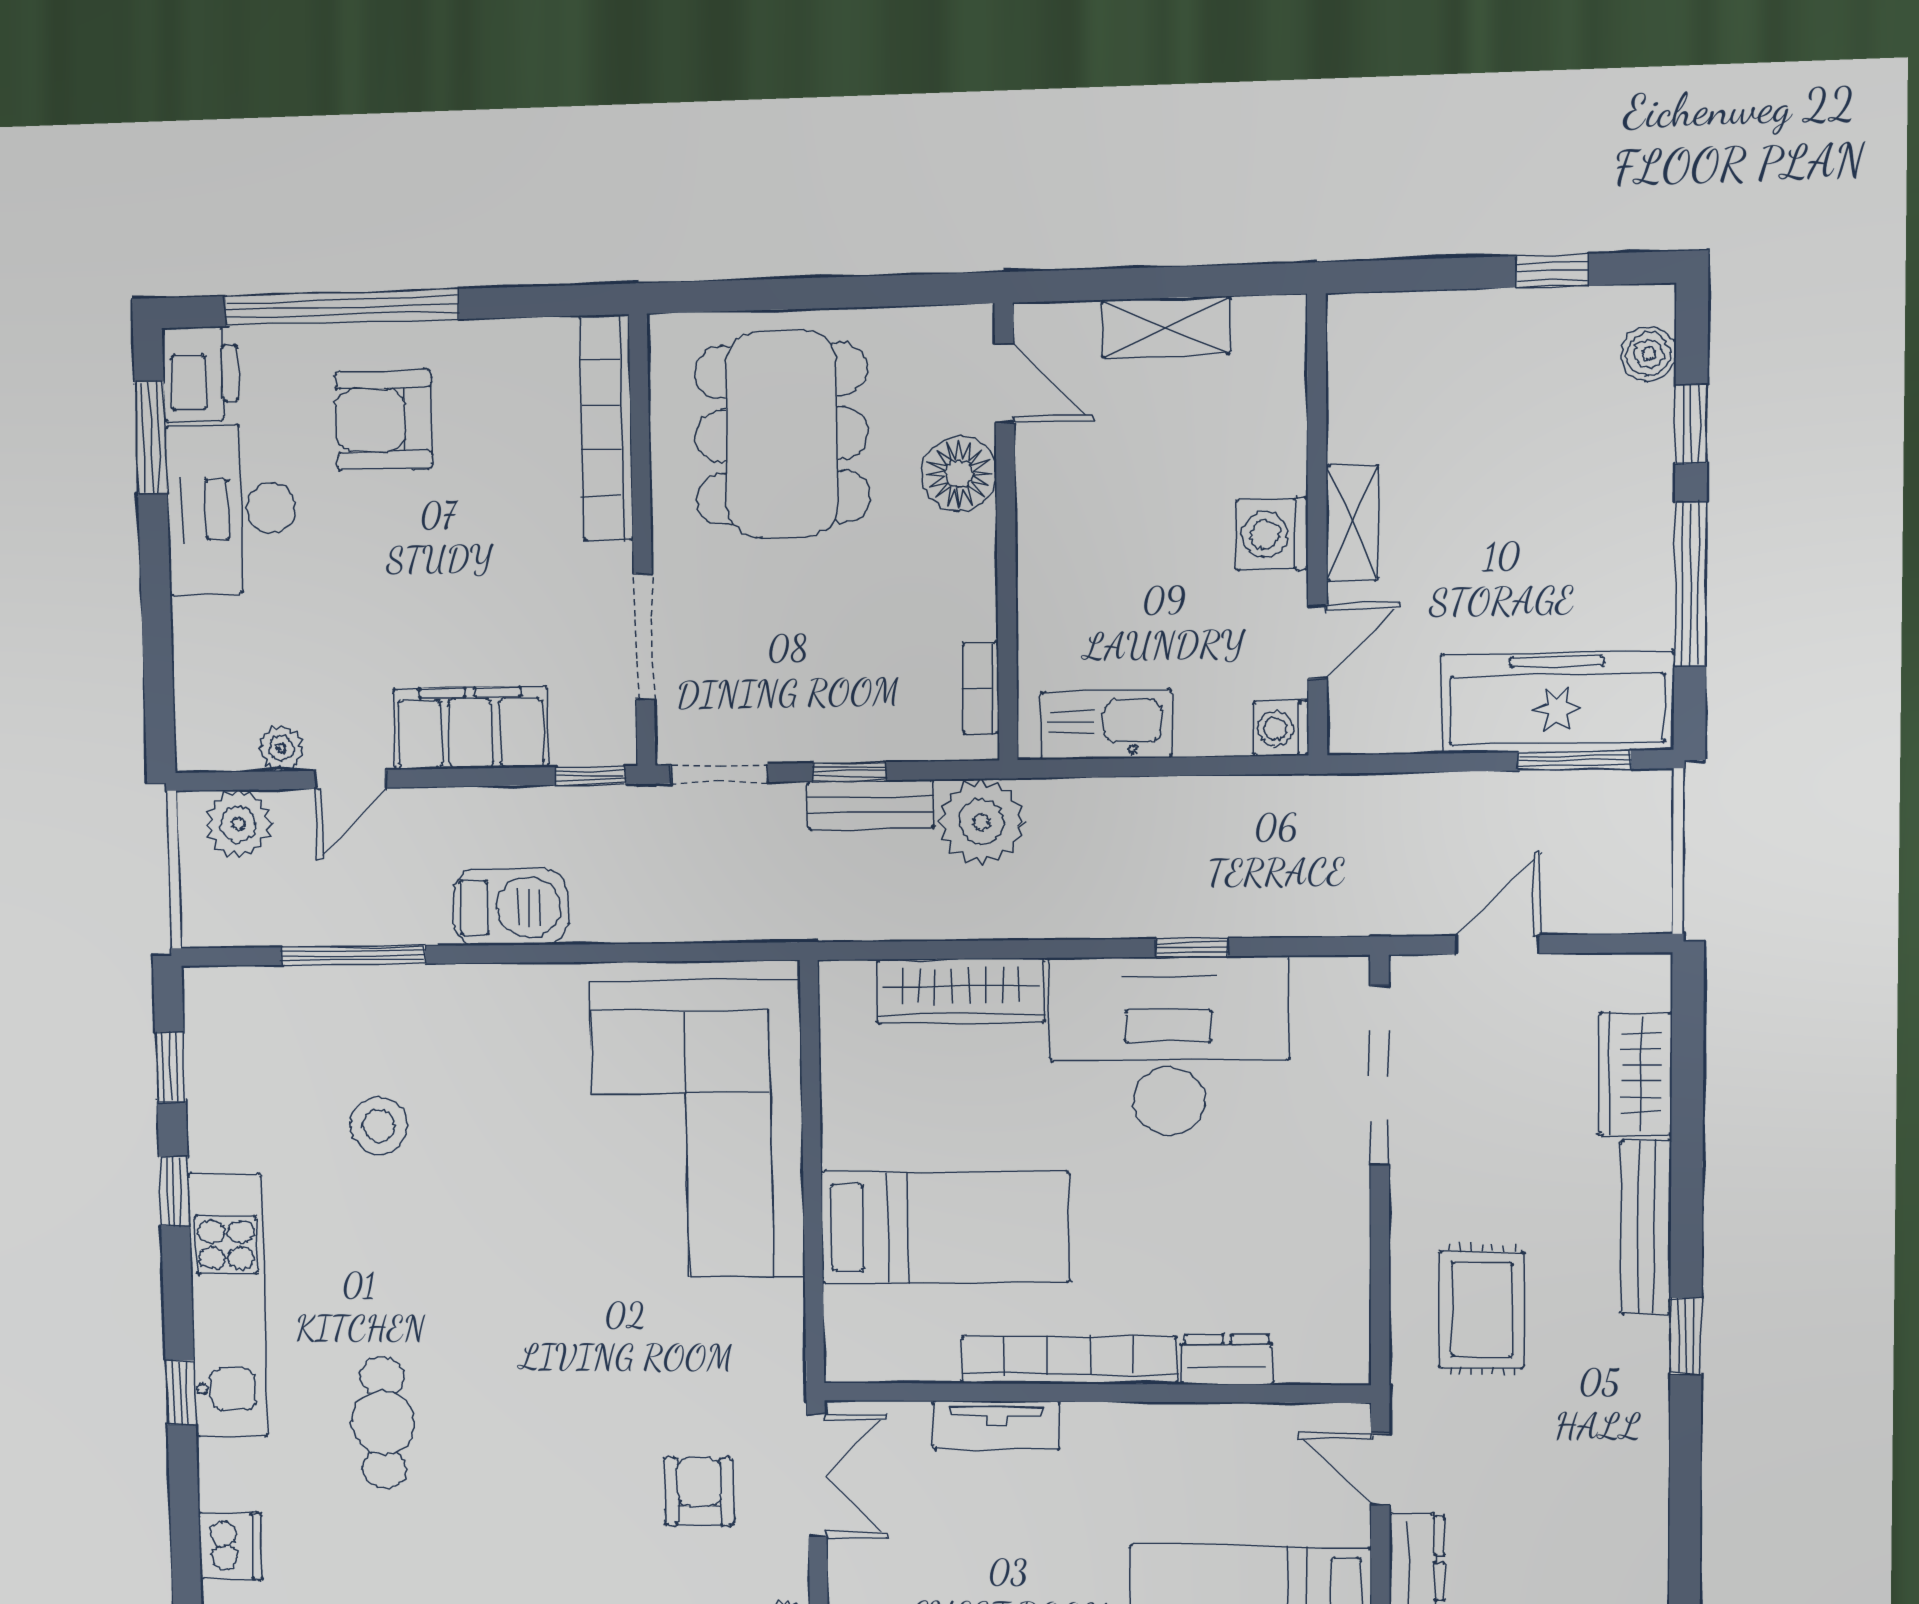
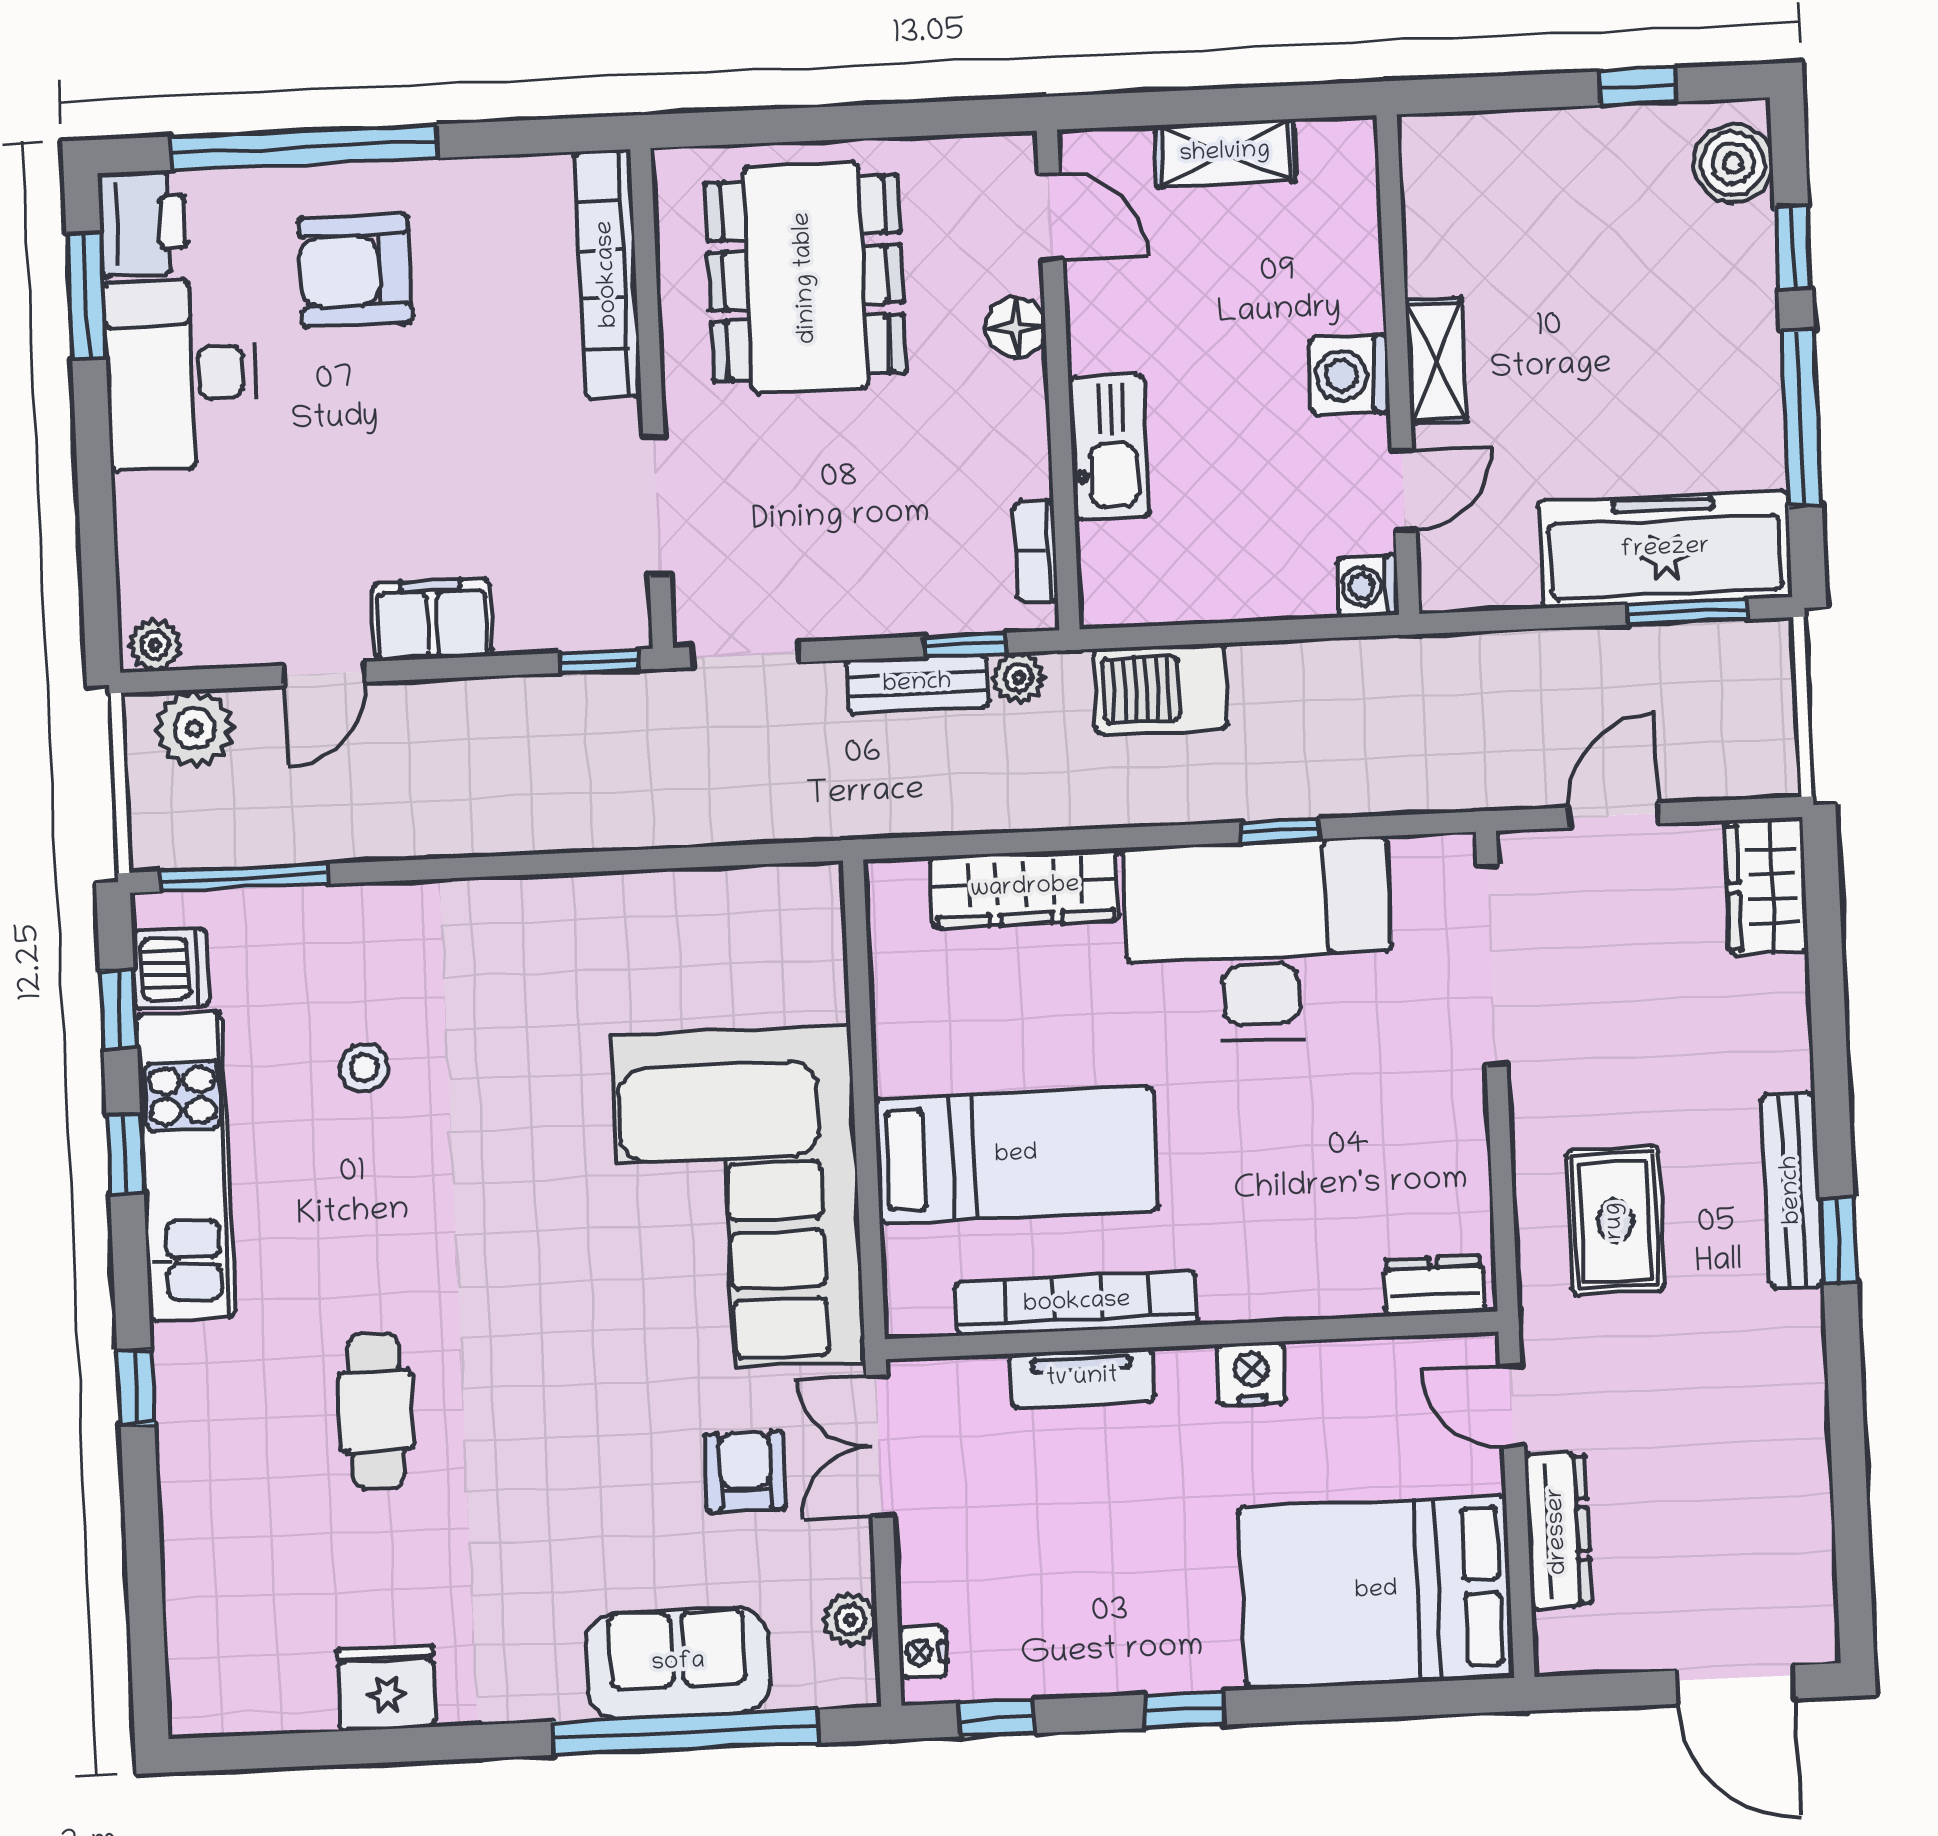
boiler: (1649, 354) -> (1733, 163), width x1.36, depth x1.36
floor lamp: (959, 474) -> (1016, 327), width x0.73, depth x0.73
kitchen sink: (1107, 724) -> (1109, 447), moved, turned 90
filing cabinet: (471, 728) -> (432, 620), width x0.67, depth x0.86
plant: (281, 748) -> (155, 645), moved
window: (849, 772) -> (965, 645), moved
plant: (982, 822) -> (1019, 678), width x0.53, depth x0.53
barbecue: (511, 907) -> (1160, 689), moved, turned 180
window: (353, 955) -> (244, 878), moved
wardrobe: (1635, 1074) -> (1766, 886), moved
stool: (379, 1126) -> (364, 1067), width x0.73, depth x0.73
corner sofa: (697, 1129) -> (738, 1199), moved
bench: (1646, 1227) -> (1792, 1190), moved
kitchen unit: (228, 1305) -> (186, 1166), moved
dresser: (1227, 1359) -> (1434, 1286), moved
bookcase: (1069, 1360) -> (1077, 1303), moved
nightstand: (1147, 1429) -> (1251, 1374), added
double door: (817, 1476) -> (880, 1446), swing flipped
dishwasher: (230, 1546) -> (170, 969), moved

